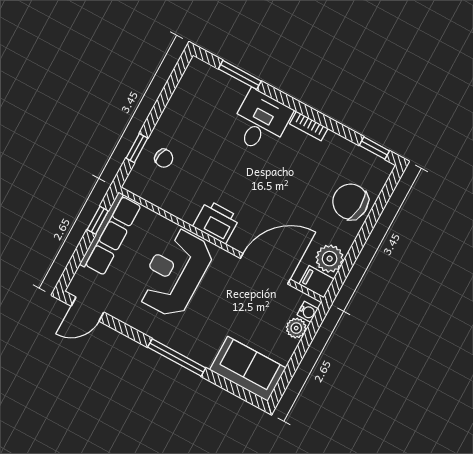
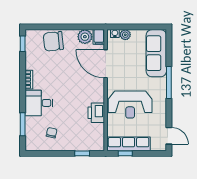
chair: (164, 158) -> (52, 133), moved
chair: (350, 202) -> (53, 41), turned 80
printer: (216, 222) -> (96, 113), moved
sofa: (248, 369) -> (156, 53), width x1.36

